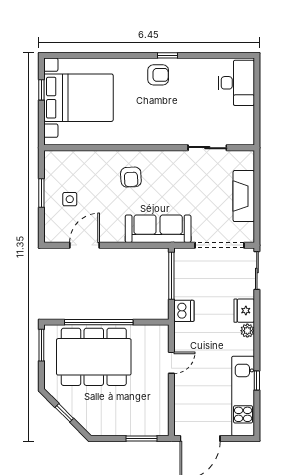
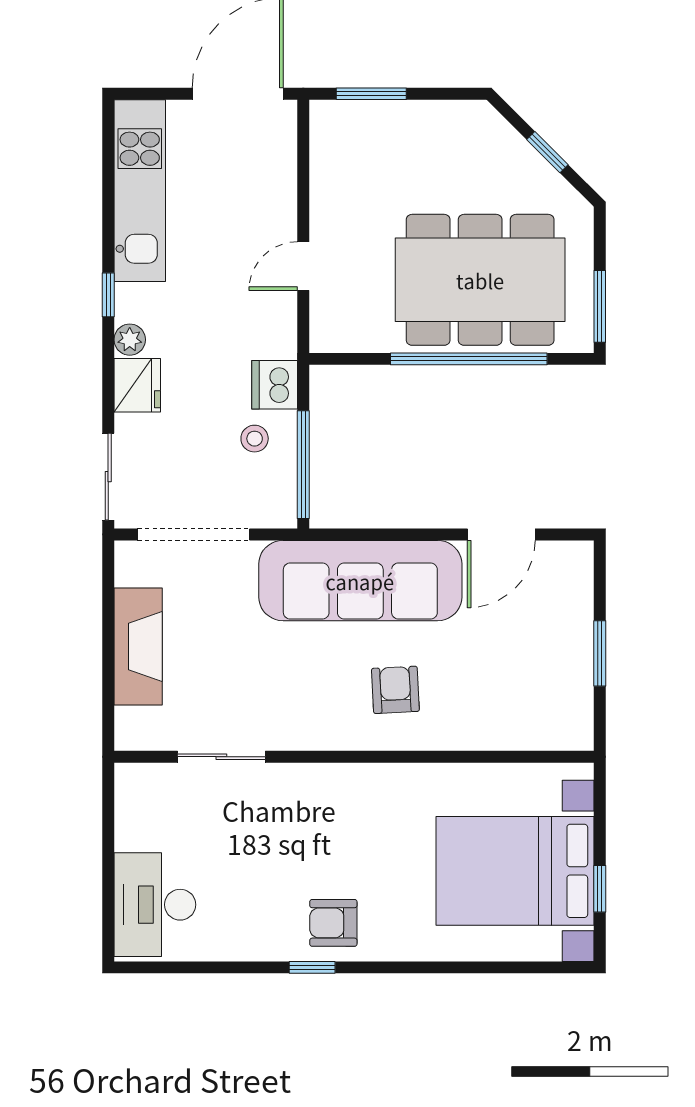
side table: (70, 199) -> (535, 639), removed
sofa: (158, 229) -> (360, 581), width x1.36, depth x1.27
stool: (193, 287) -> (255, 439), added
window: (257, 380) -> (108, 295), moved

